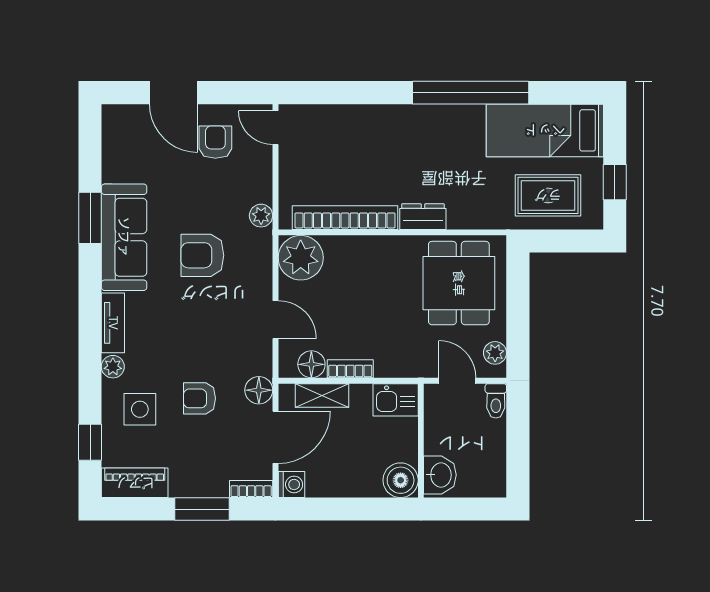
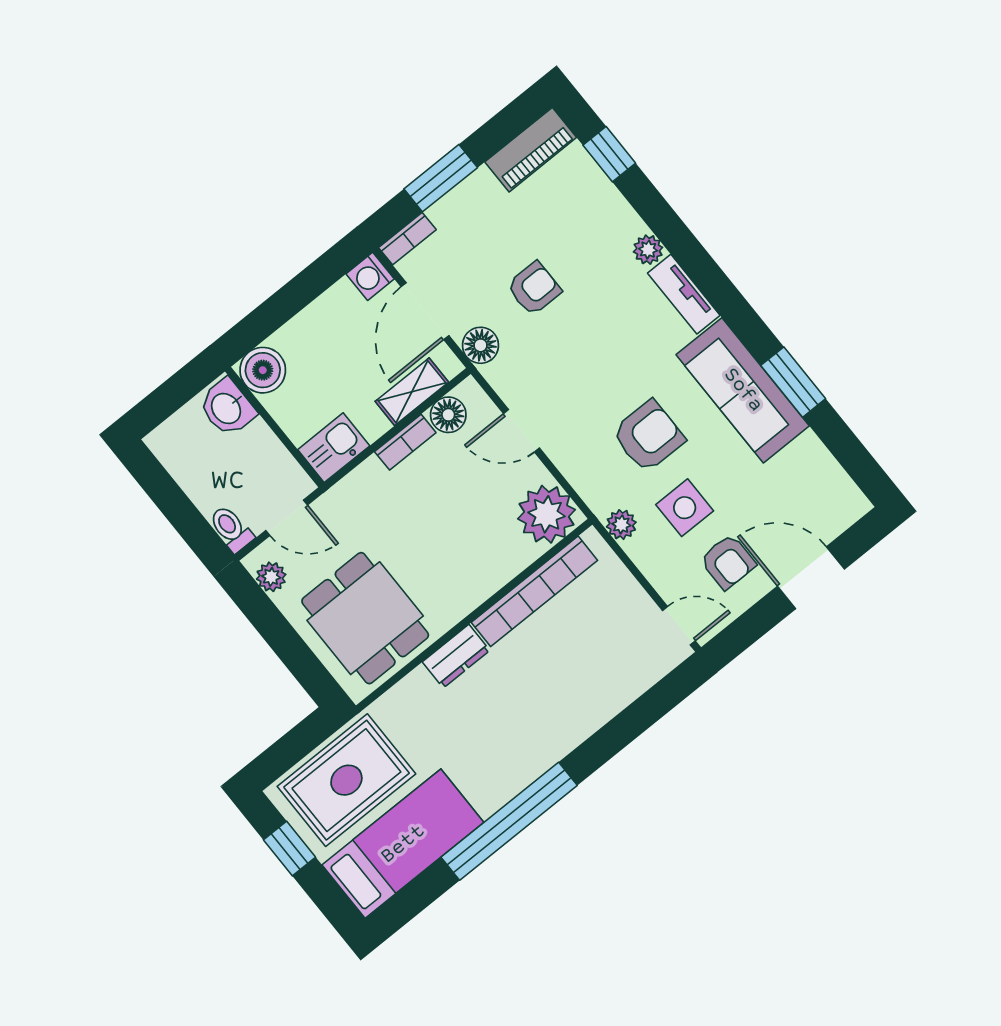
rug: (548, 195) -> (346, 780), width x1.36, depth x1.43
side table: (140, 409) -> (685, 508), moved

